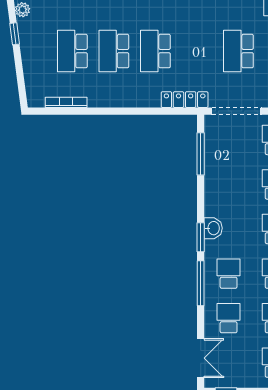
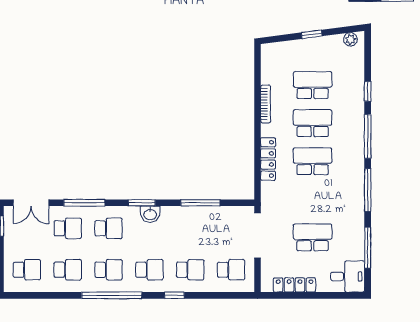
window: (15, 34) -> (312, 34), moved
locker: (185, 100) -> (268, 159), moved
bookcase: (66, 102) -> (266, 104), moved
window: (201, 154) -> (200, 203), moved
window: (201, 283) -> (84, 203), moved

